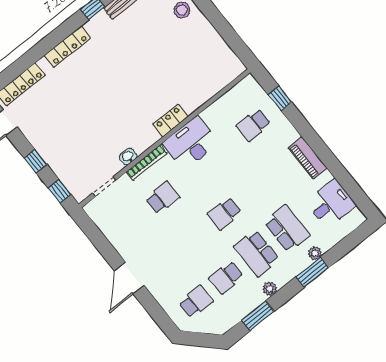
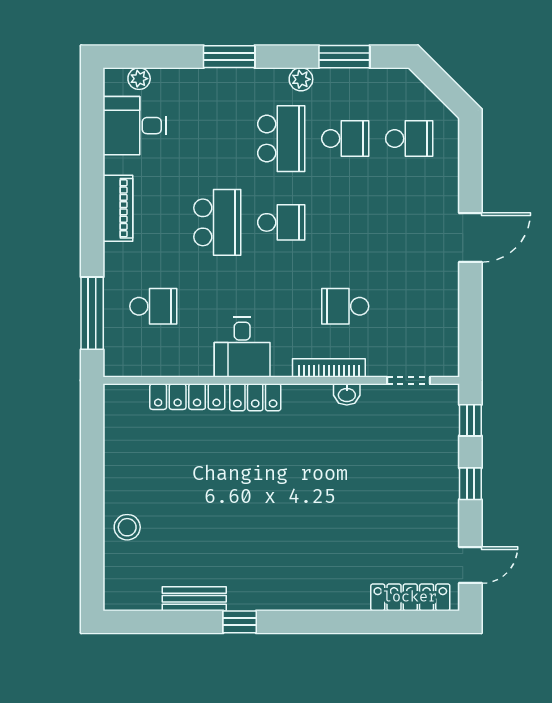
locker: (67, 47) -> (187, 397), moved, turned 180
window: (280, 98) -> (92, 313), width x2.17
desk: (191, 143) -> (242, 347), width x0.73
school desk: (287, 229) -> (217, 222), moved, turned 180
plant: (315, 253) -> (139, 79), moved
school desk: (196, 302) -> (409, 139), turned 180

